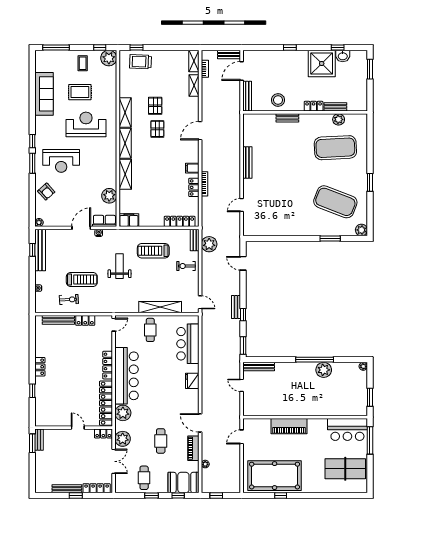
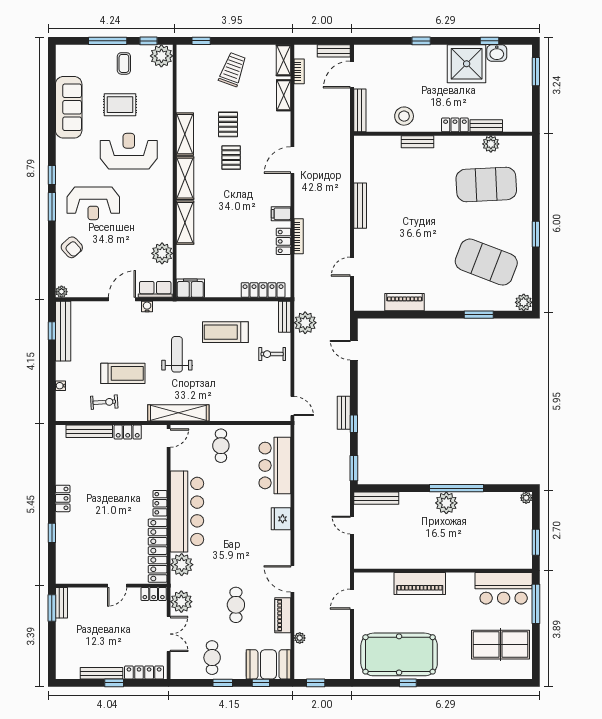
window: (56, 48) -> (108, 41), moved
trolley: (141, 62) -> (233, 70), moved, turned 108
piano: (278, 230) -> (405, 302), added
shelving: (160, 307) -> (178, 413), moved
locker: (108, 365) -> (160, 503), width x0.66
plant: (324, 370) -> (446, 503), moved
door: (78, 428) -> (117, 586), swing flipped

